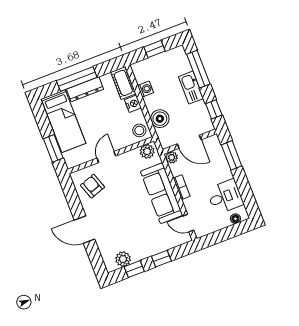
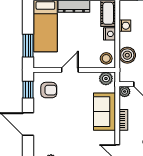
armchair: (93, 186) -> (49, 90), turned 109
sofa: (162, 193) -> (104, 112), width x0.73
window: (71, 194) -> (28, 90), added

